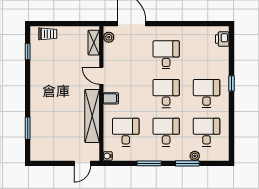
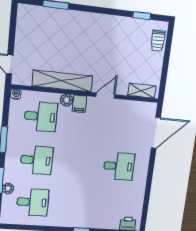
plant: (109, 37) -> (67, 100), moved
desk: (166, 94) -> (78, 163), removed
desk: (207, 94) -> (74, 205), removed

